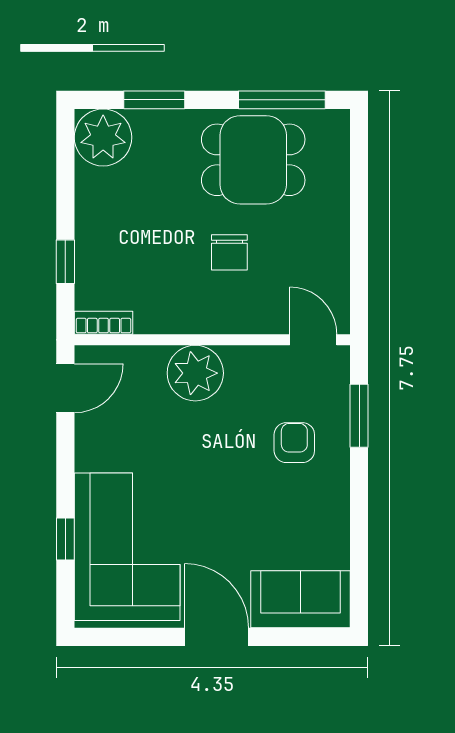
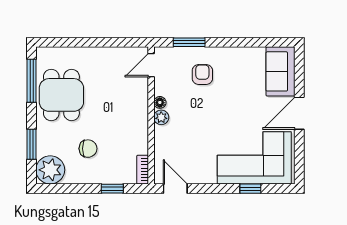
chair: (229, 252) -> (88, 149), moved
floor lamp: (238, 357) -> (160, 102), added
plant: (195, 373) -> (161, 117), width x0.53, depth x0.53
armchair: (294, 443) -> (202, 75), turned 90

